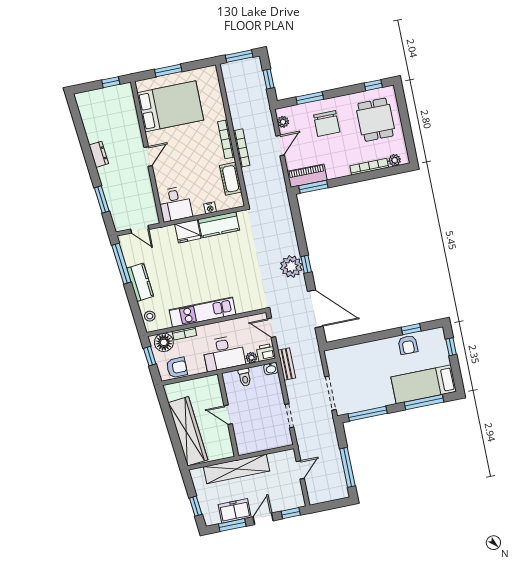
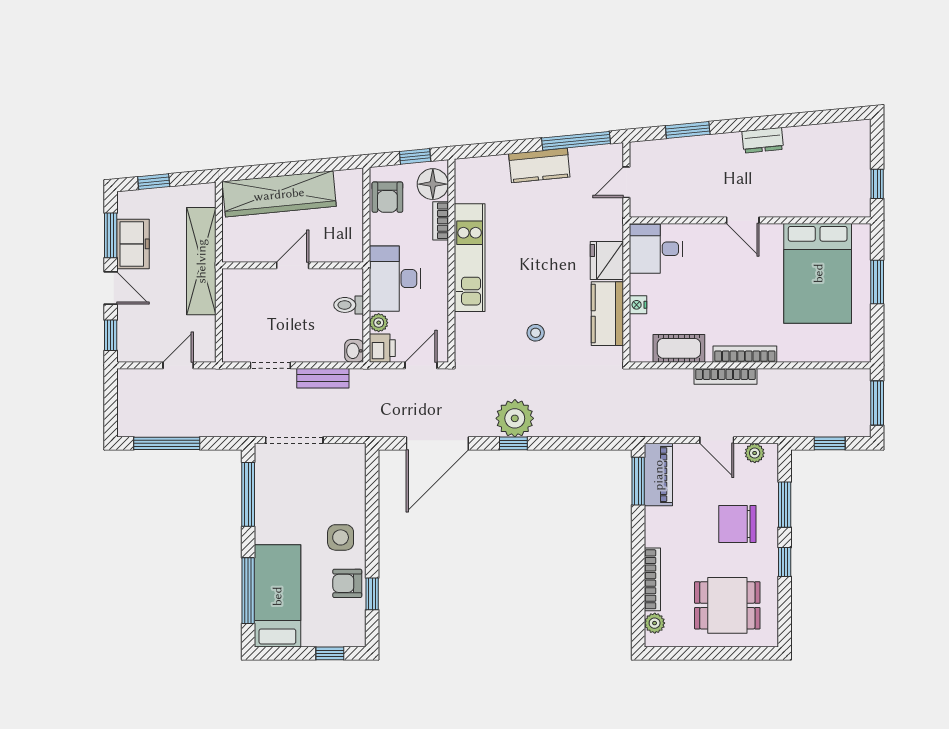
window: (373, 85) -> (785, 562), moved
stool: (150, 316) -> (536, 333), moved
side table: (382, 354) -> (341, 537), added
bench: (287, 364) -> (323, 378), moved
door: (300, 470) -> (178, 365), swing flipped

